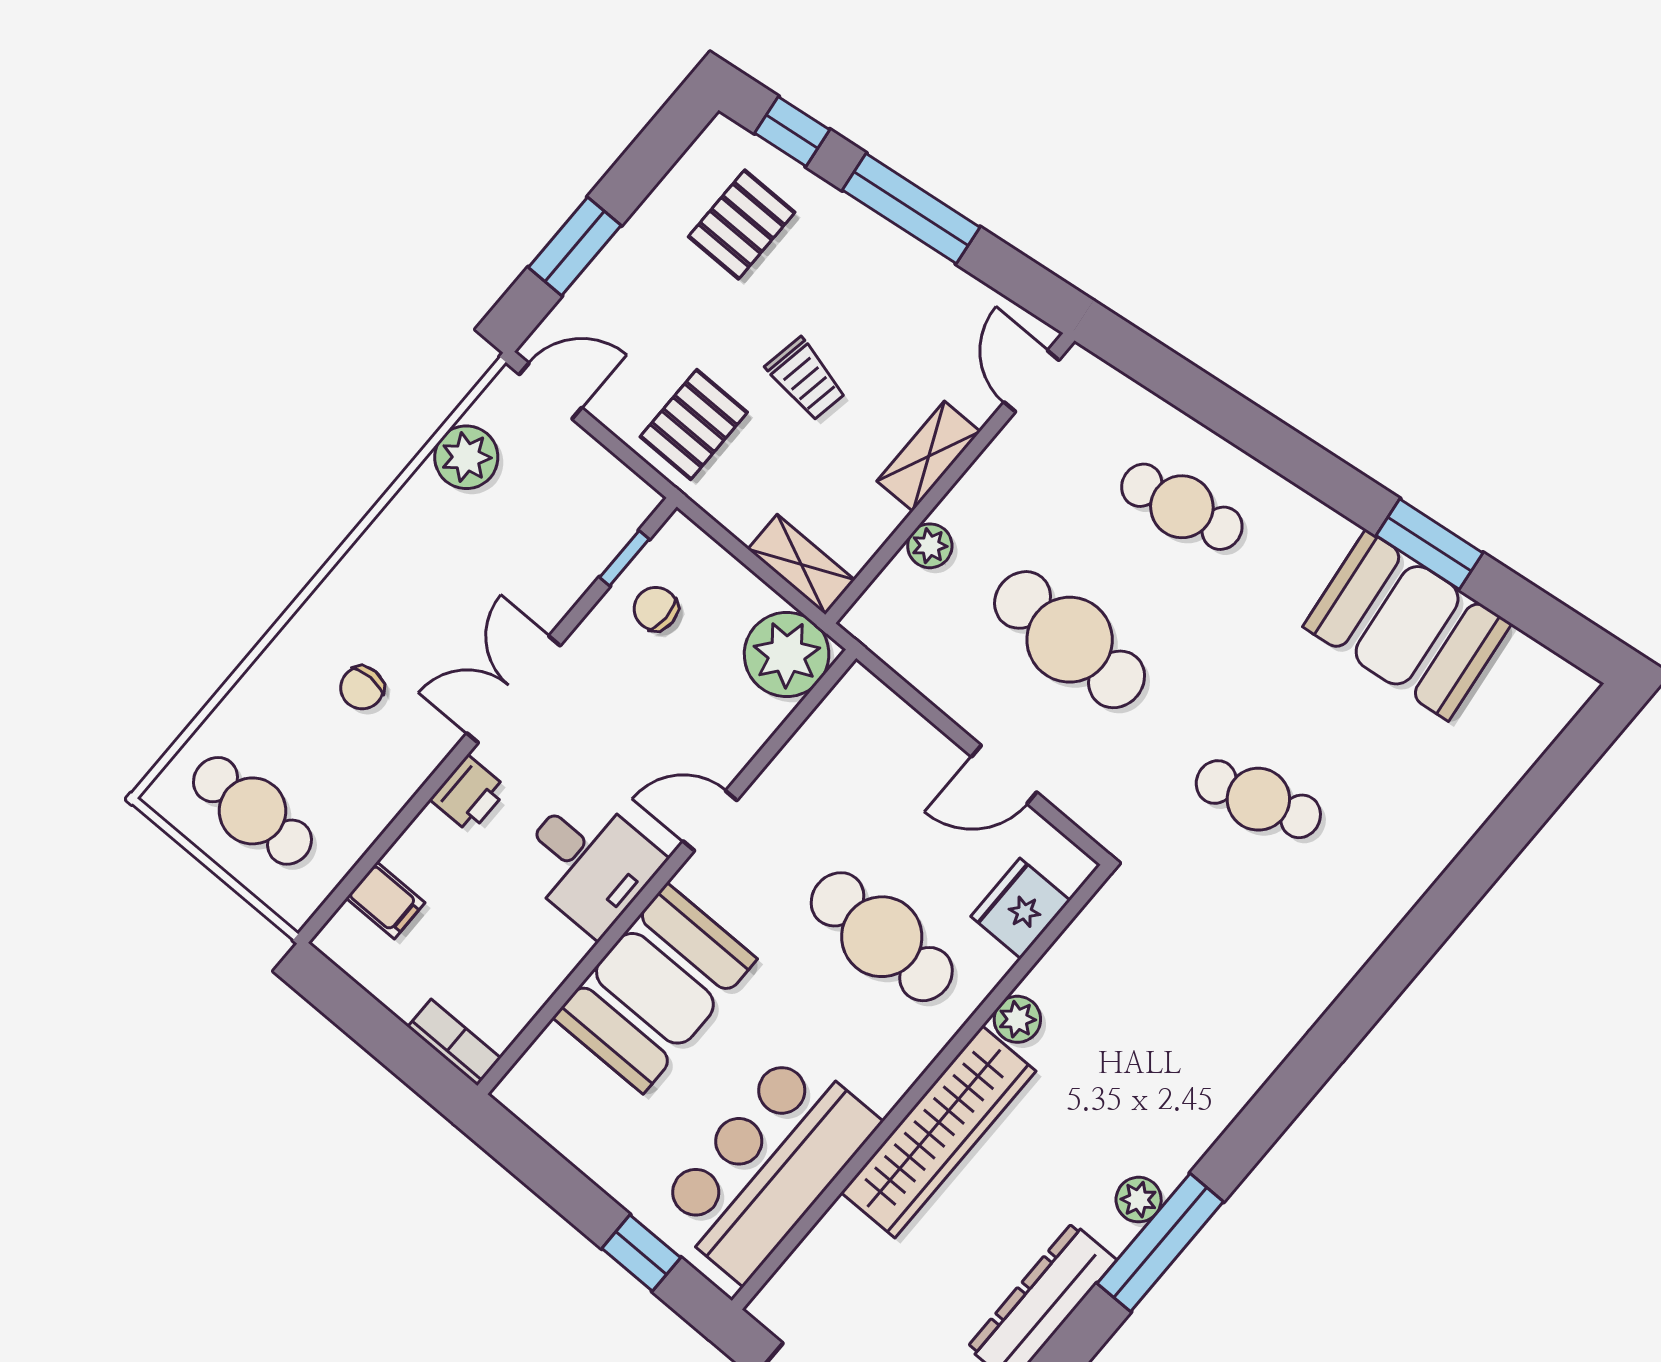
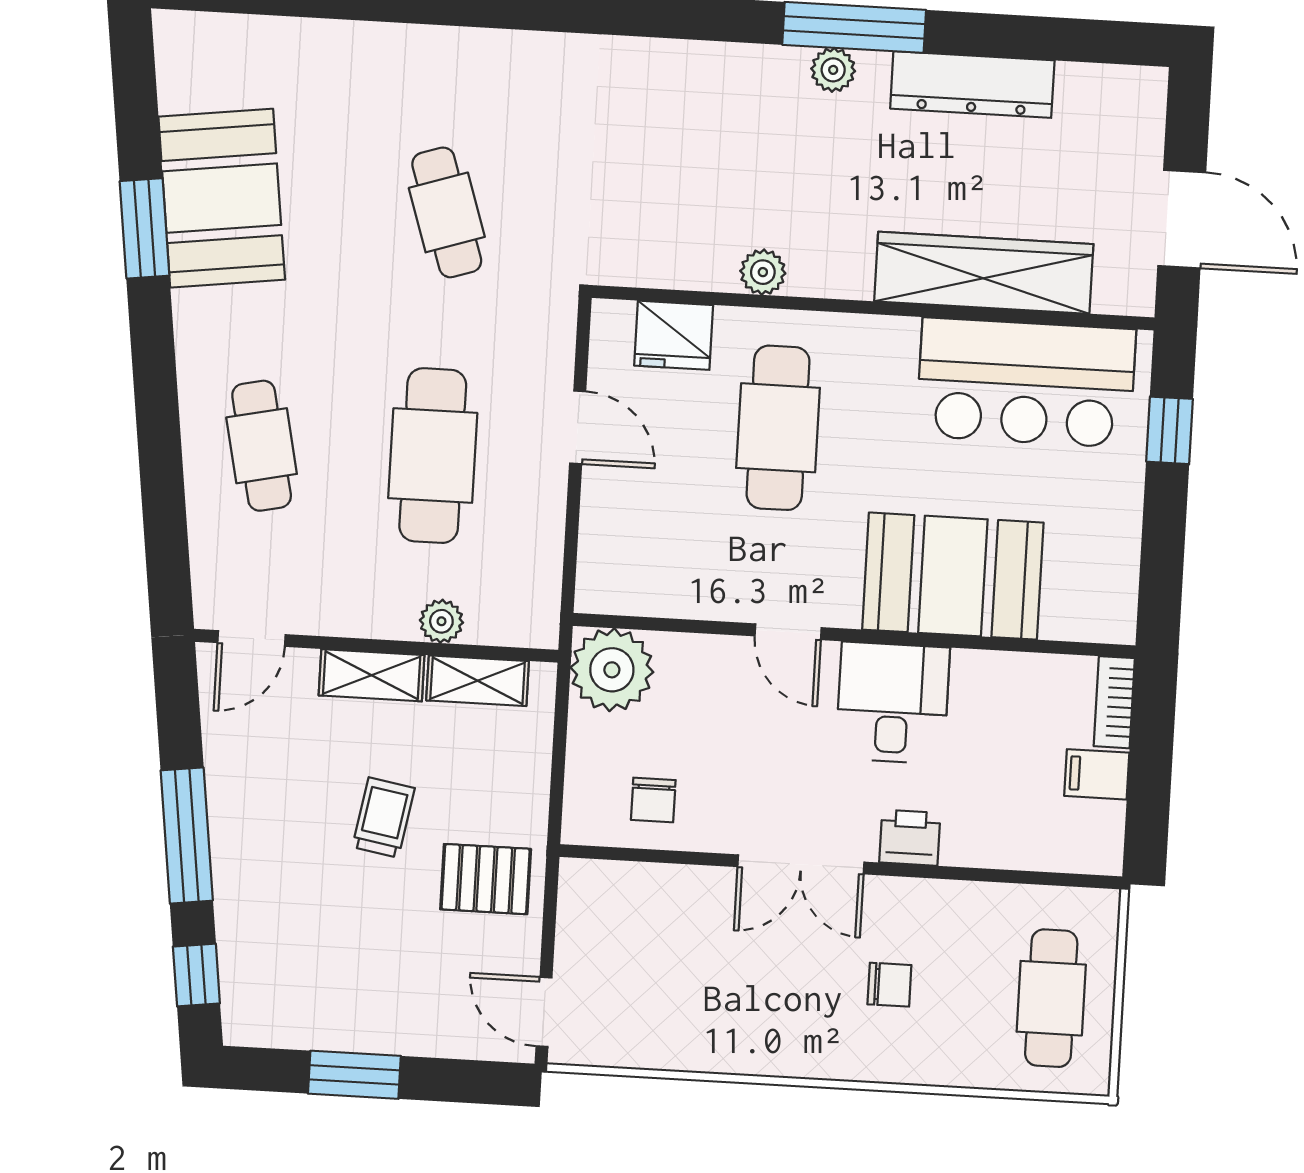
pallet: (742, 224) -> (300, 960), removed
window: (575, 246) -> (354, 1075), moved
plant: (466, 457) -> (646, 1039), removed
window: (624, 558) -> (632, 855), removed
shelving: (801, 564) -> (478, 681), moved, turned 90
filing cabinet: (385, 900) -> (1097, 774), moved, turned -90
wardrobe: (938, 1132) -> (984, 273), moved

